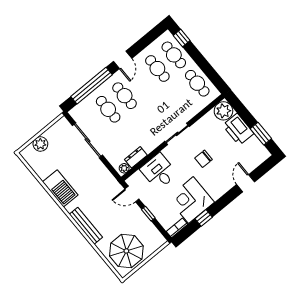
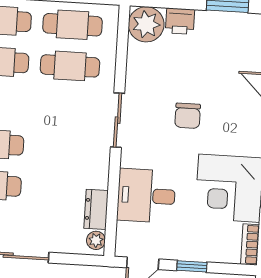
cafe table: (181, 97) -> (70, 66), added
printer: (238, 129) -> (180, 21), width x0.53, depth x0.68

